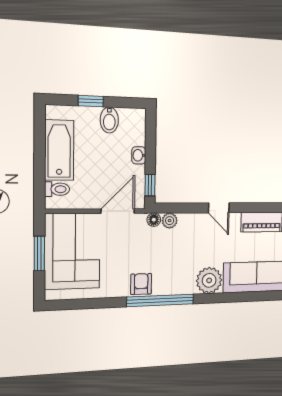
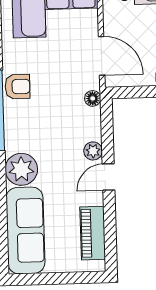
window: (150, 185) -> (133, 92), removed
plant: (170, 221) -> (93, 151), moved

